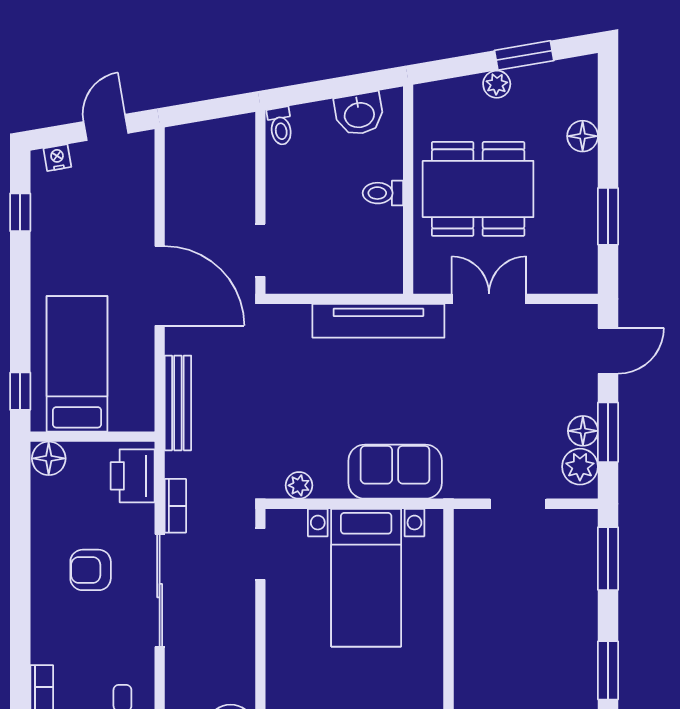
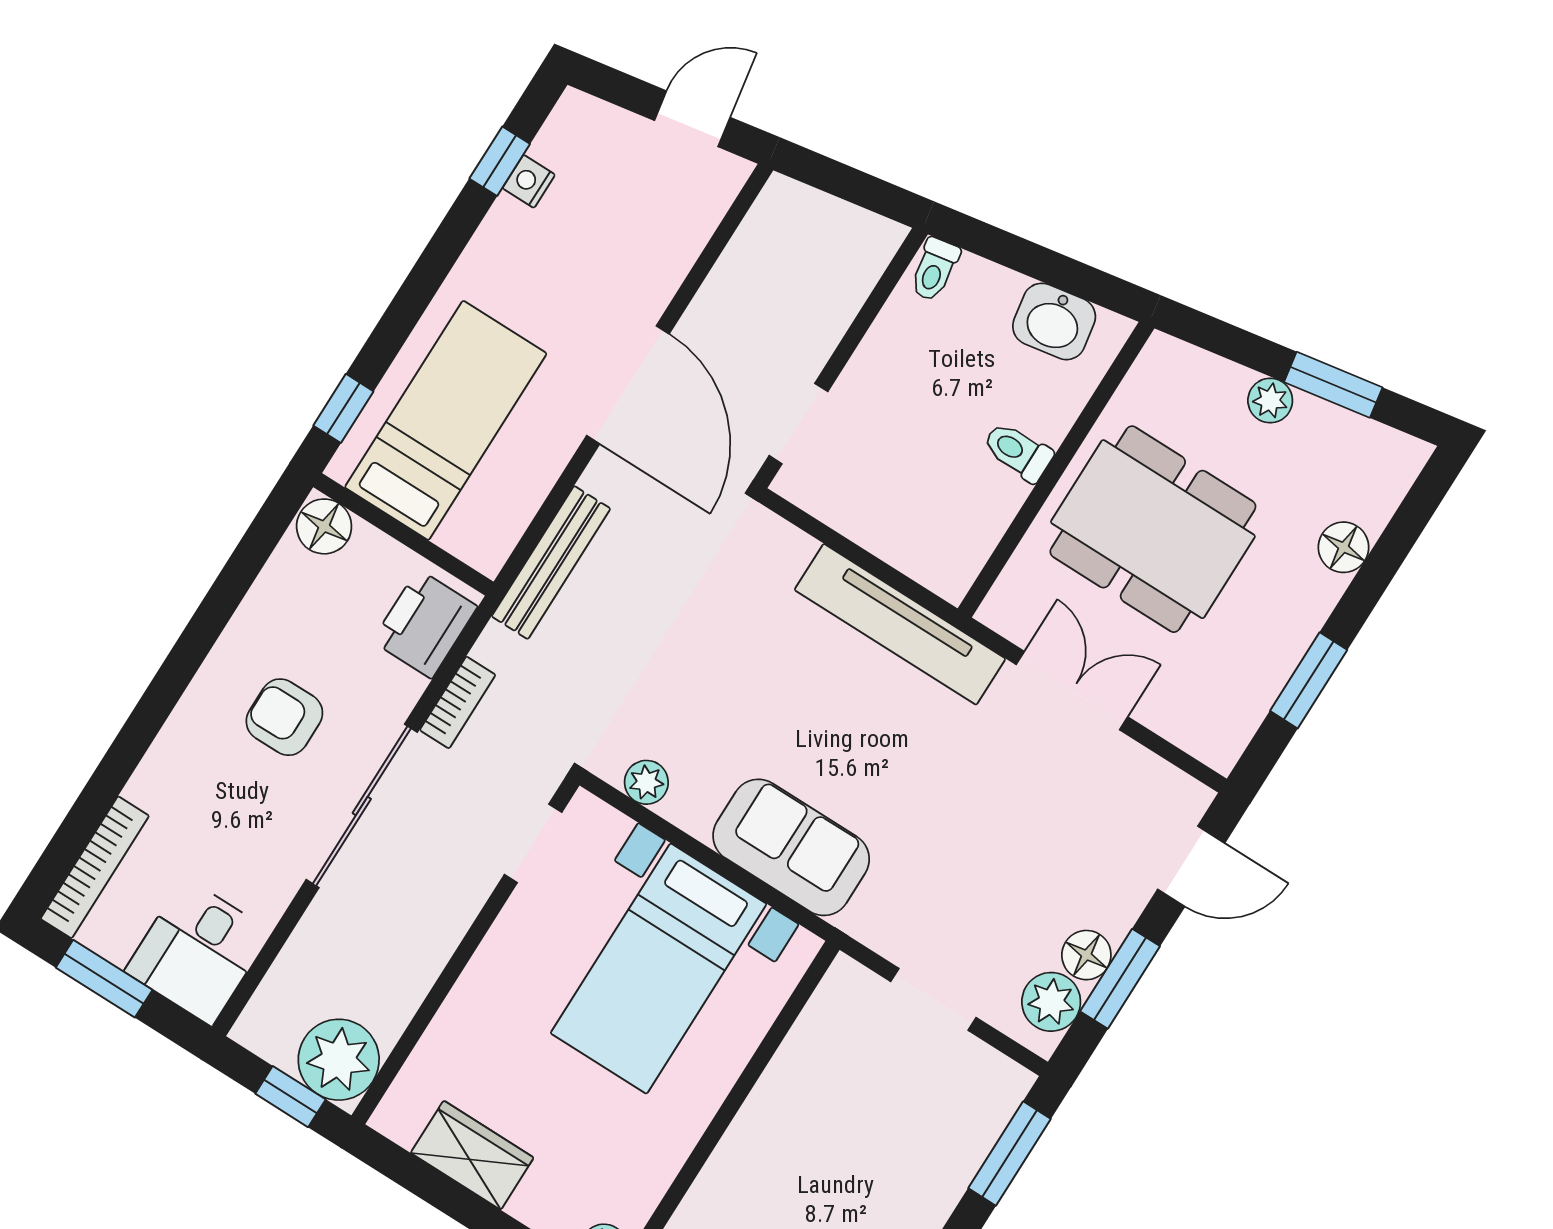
nightstand: (57, 158) -> (529, 181), moved, turned -80

